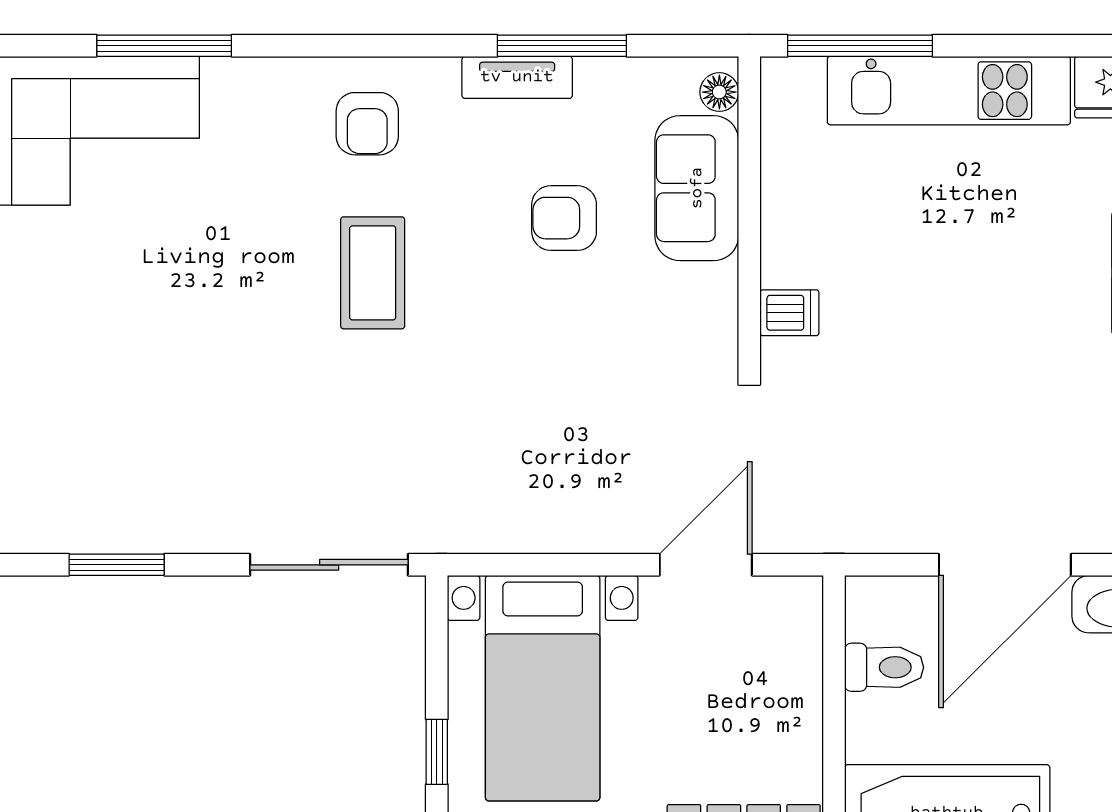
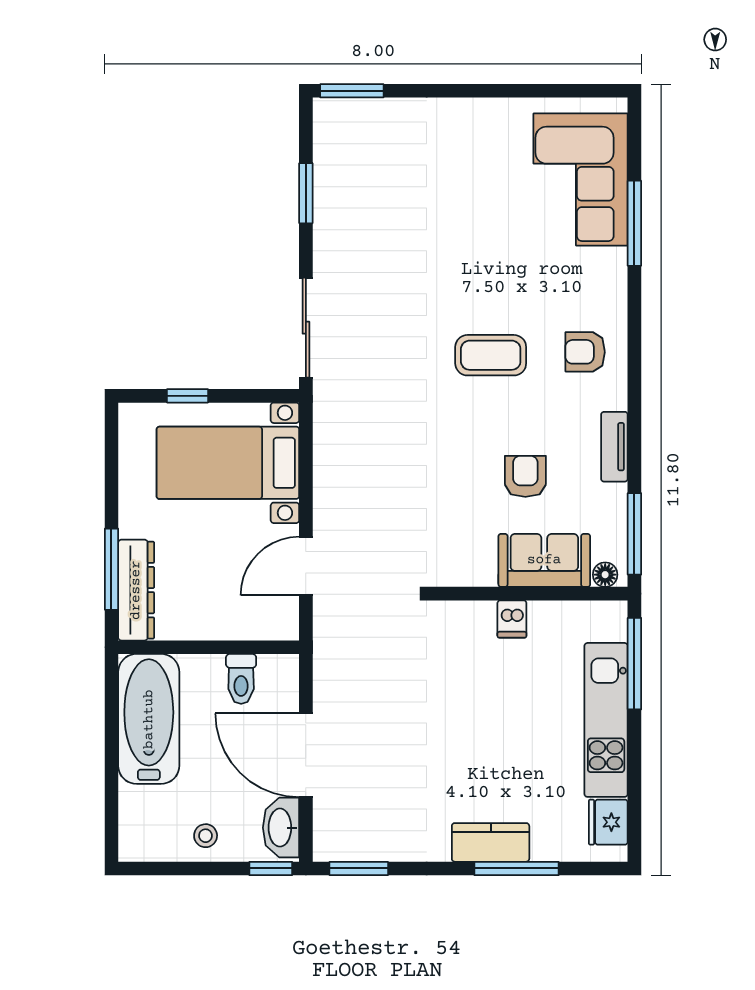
window: (562, 46) -> (634, 534), moved
dishwasher: (789, 313) -> (512, 619), moved
door: (706, 565) -> (306, 566), swing flipped

